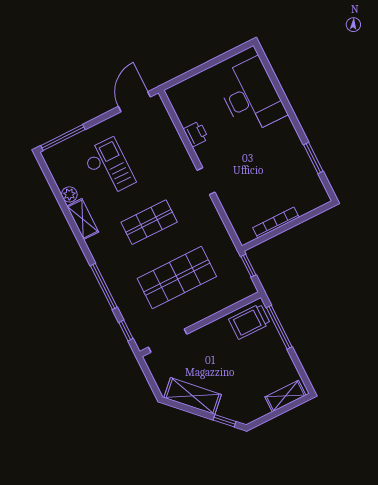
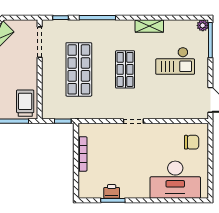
chair: (196, 99) -> (192, 142), added
printer: (196, 134) -> (112, 191), moved, turned 180
plant: (69, 194) -> (203, 25), moved

